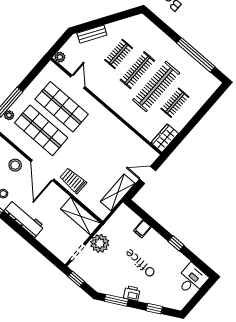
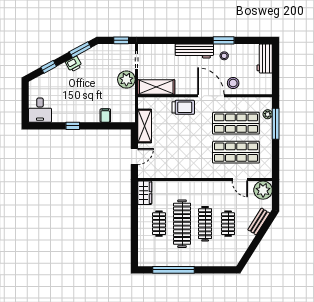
plant: (60, 57) -> (263, 190), width x1.87, depth x1.87

